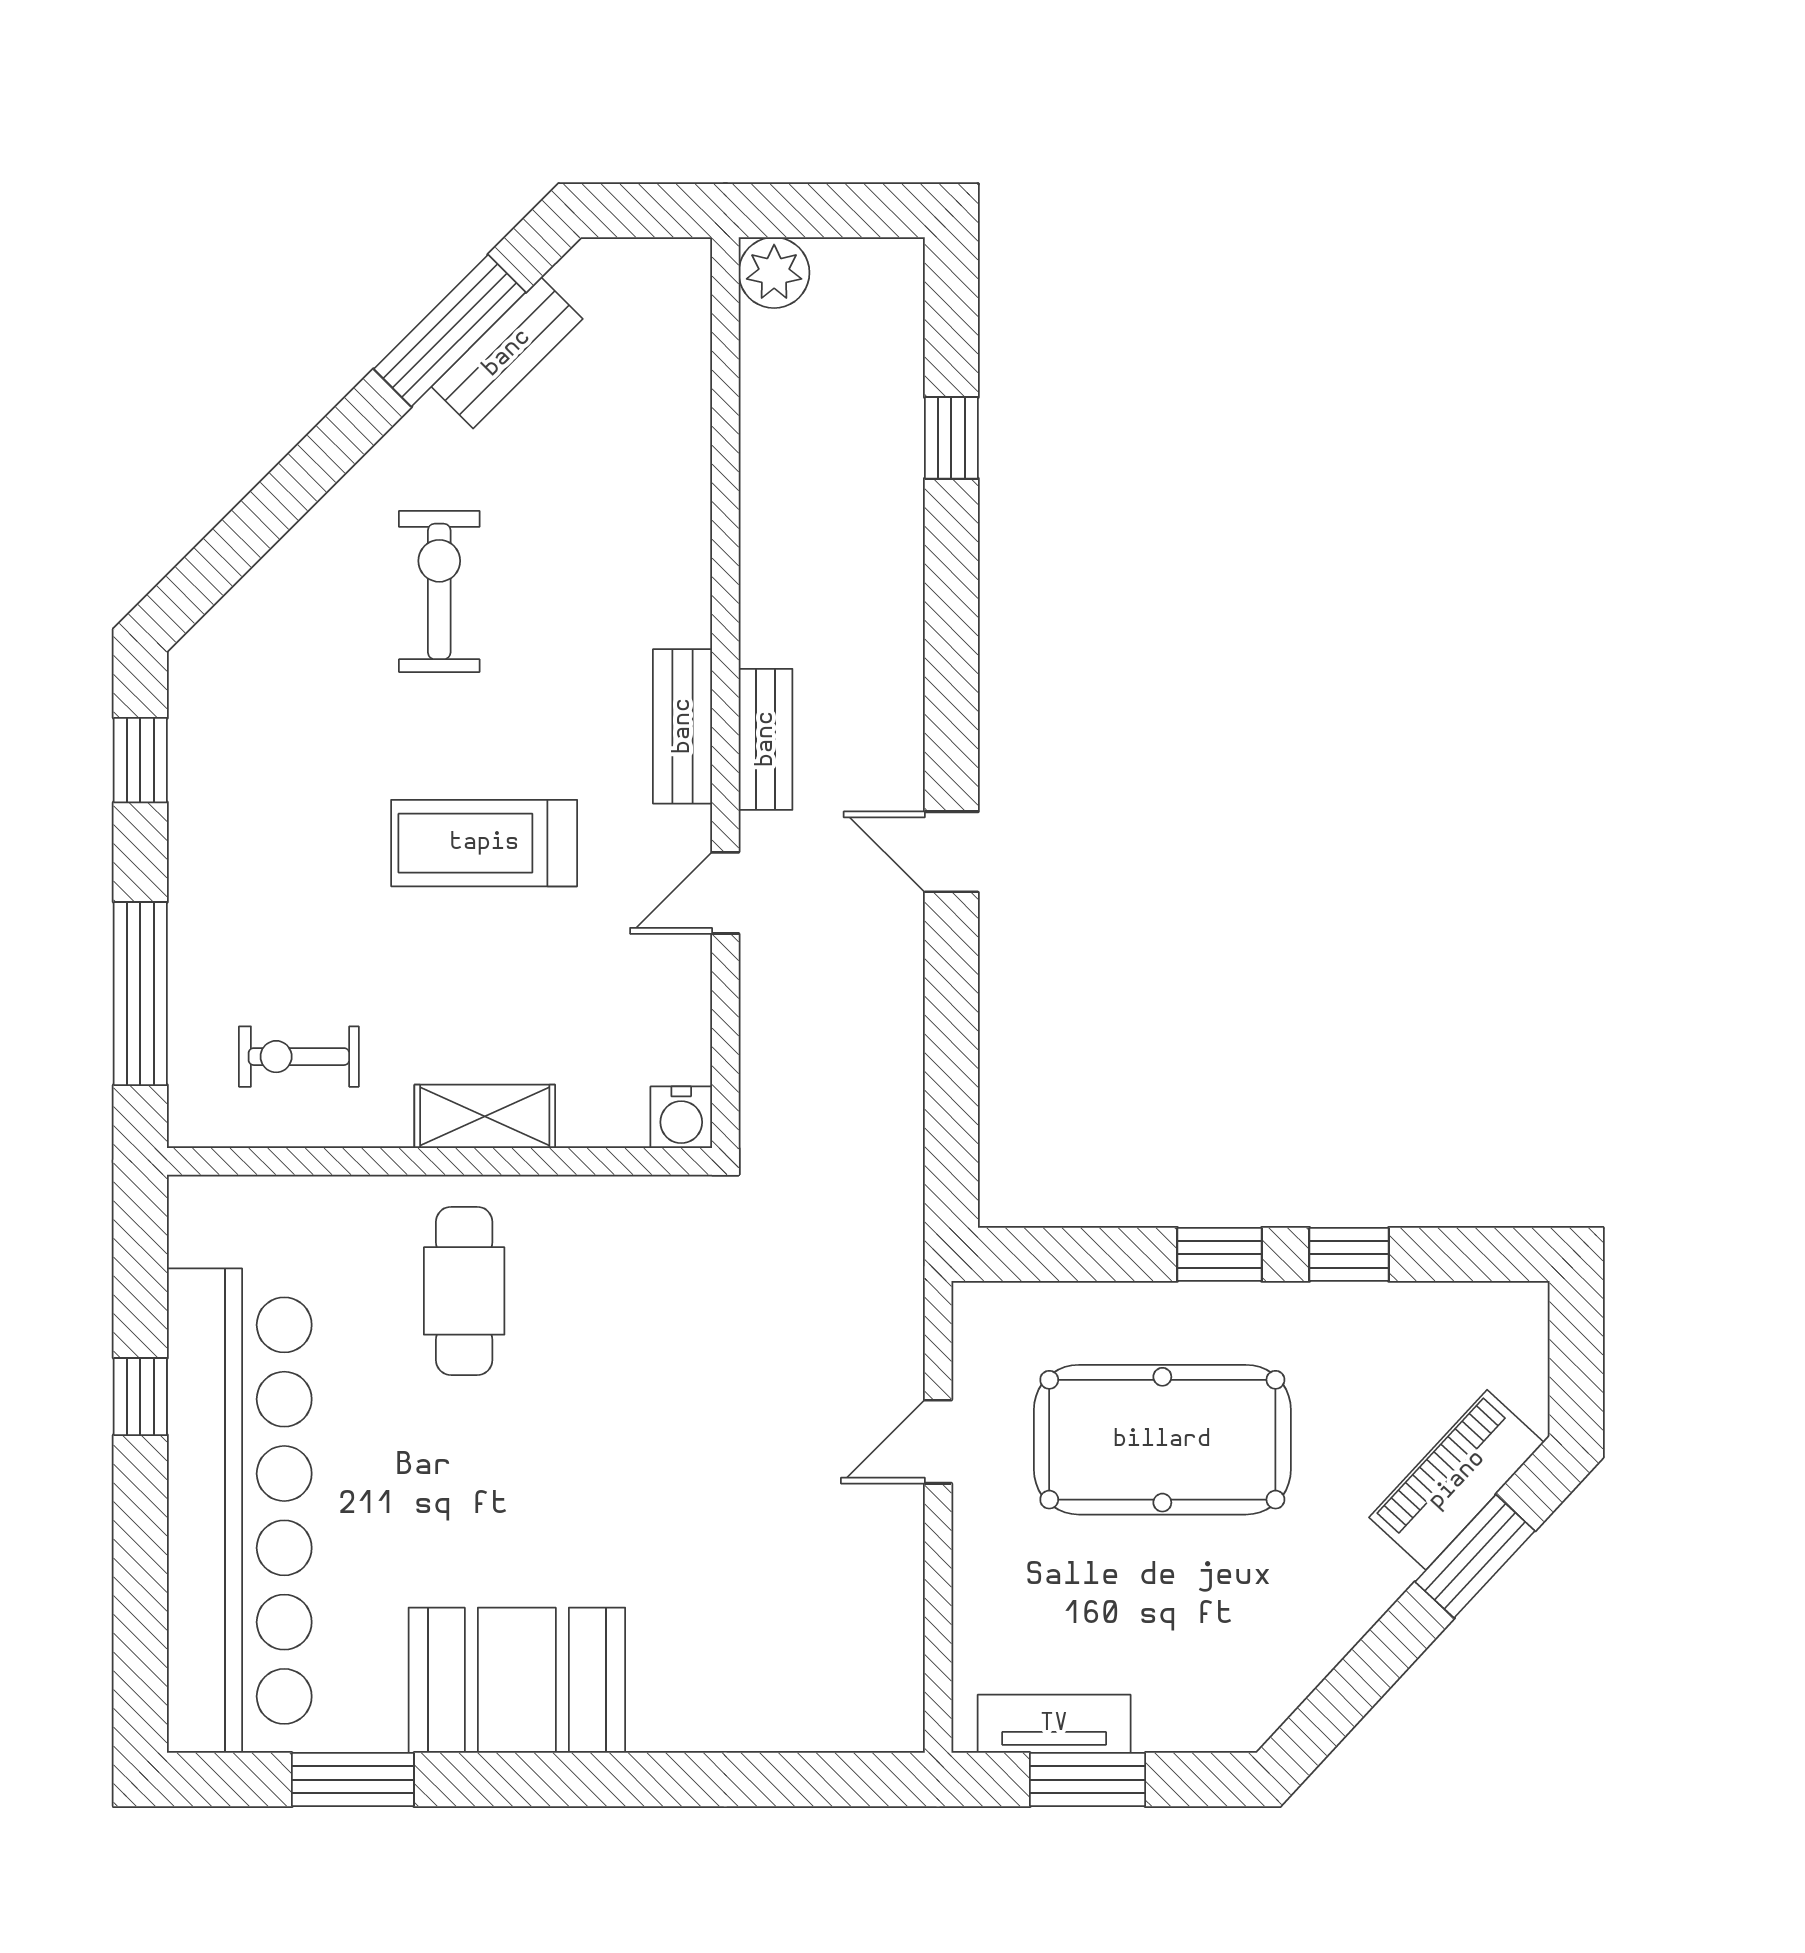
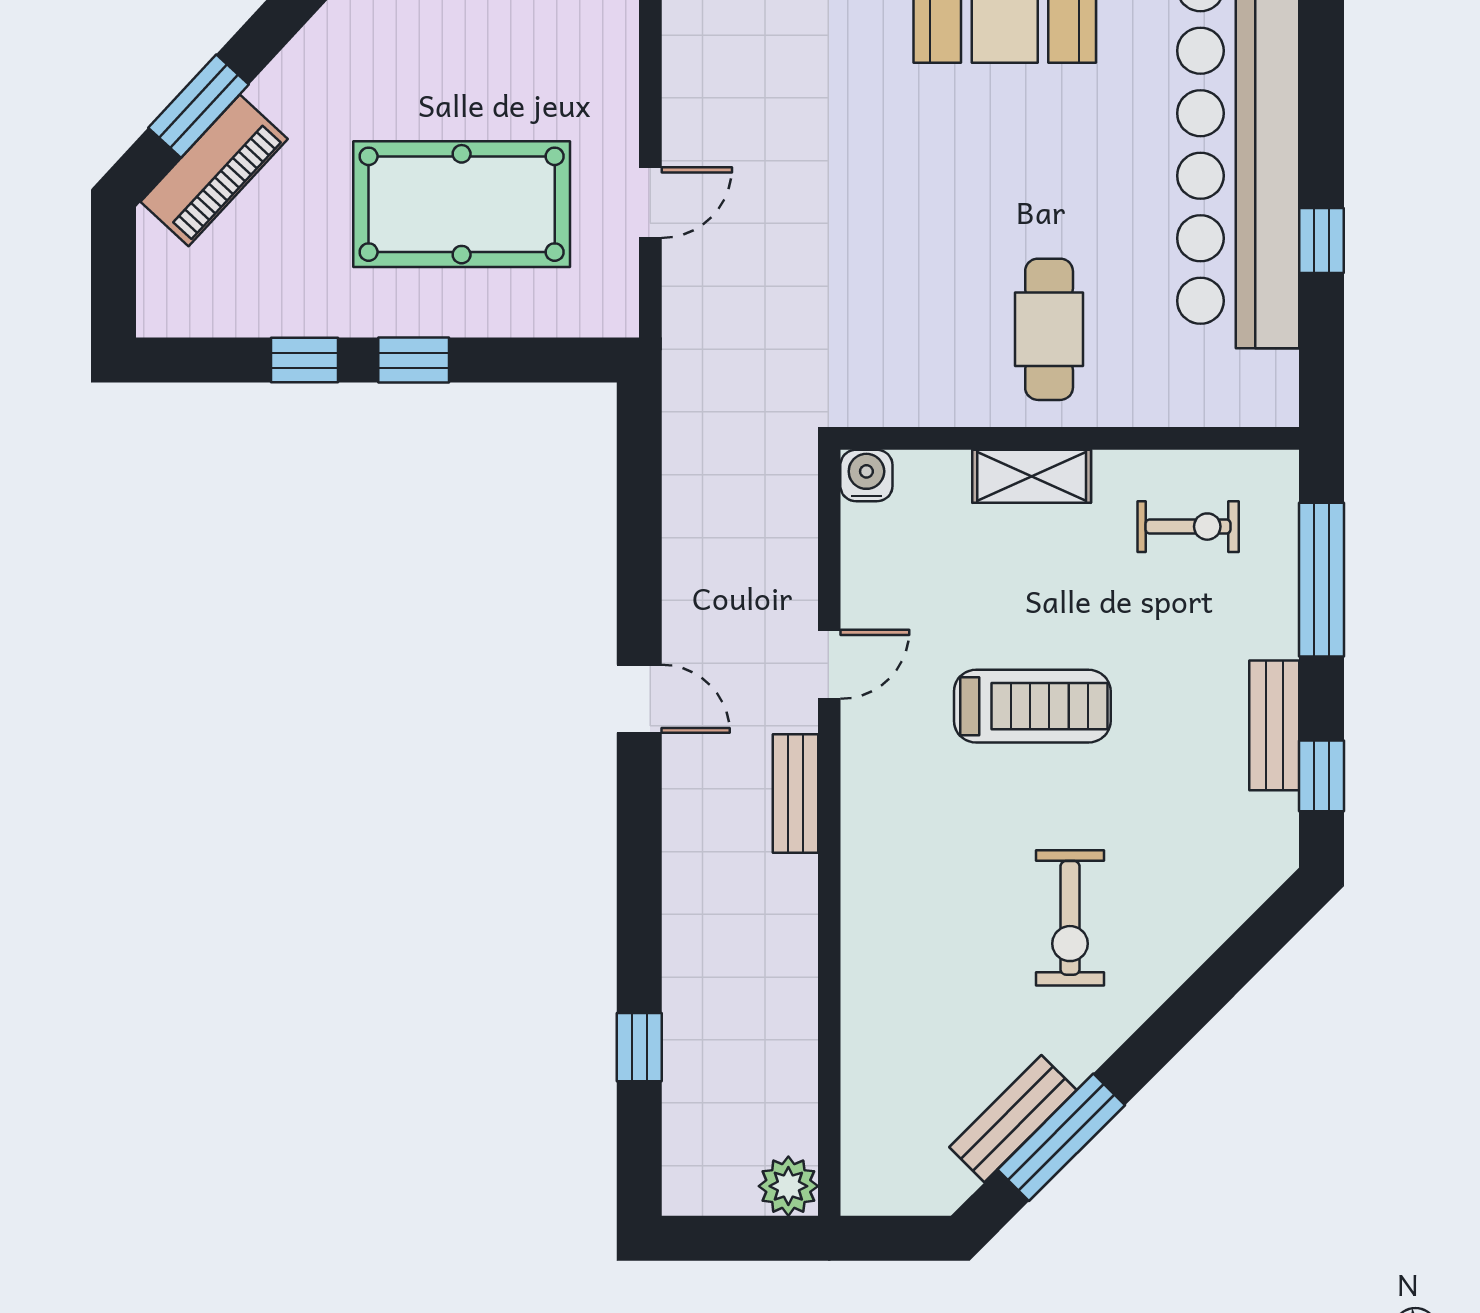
bench: (683, 726) -> (1274, 725), moved

